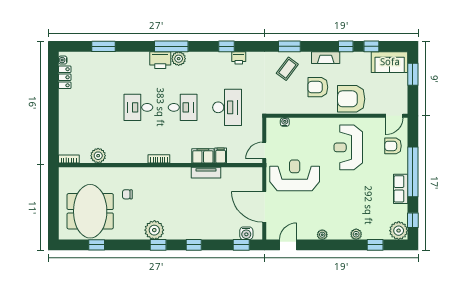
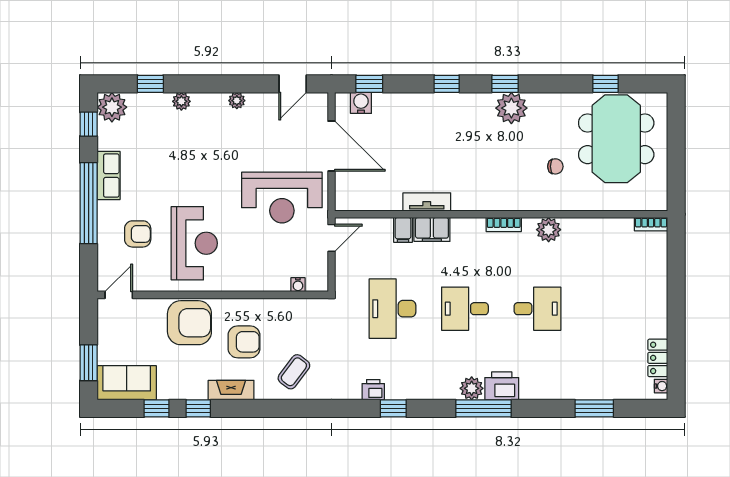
window: (289, 46) -> (290, 408), removed
armchair: (393, 146) -> (138, 234), moved
plant: (98, 156) -> (549, 230), moved

